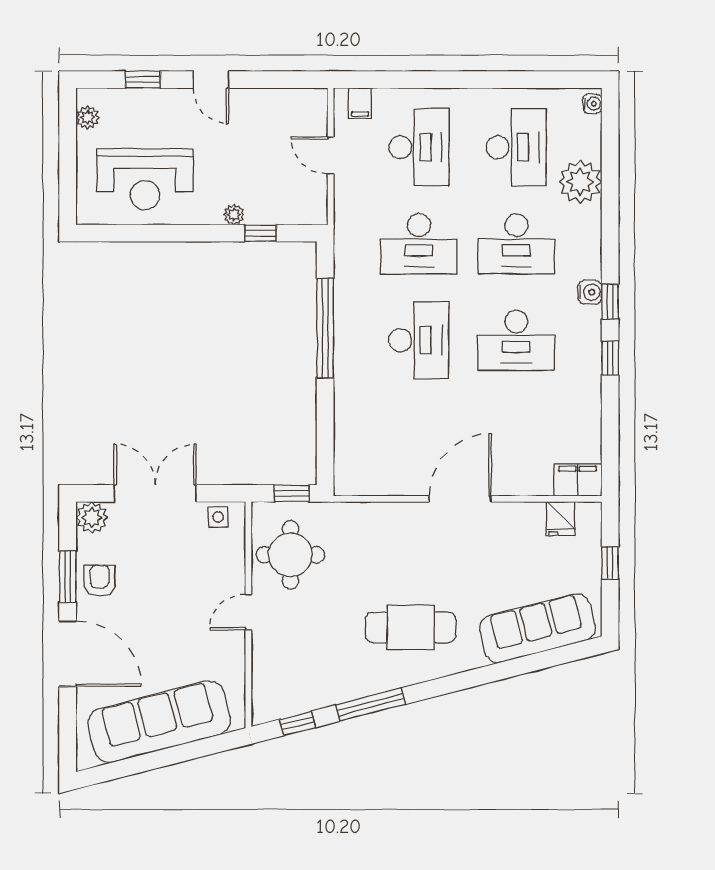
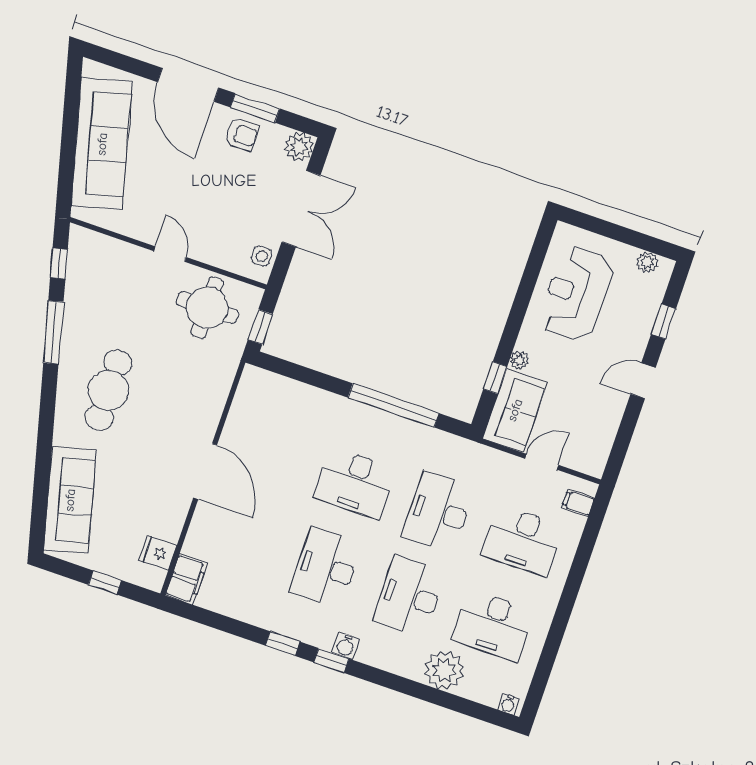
sofa: (287, 201) -> (515, 410), added
door: (68, 654) -> (188, 85), hinge flipped

